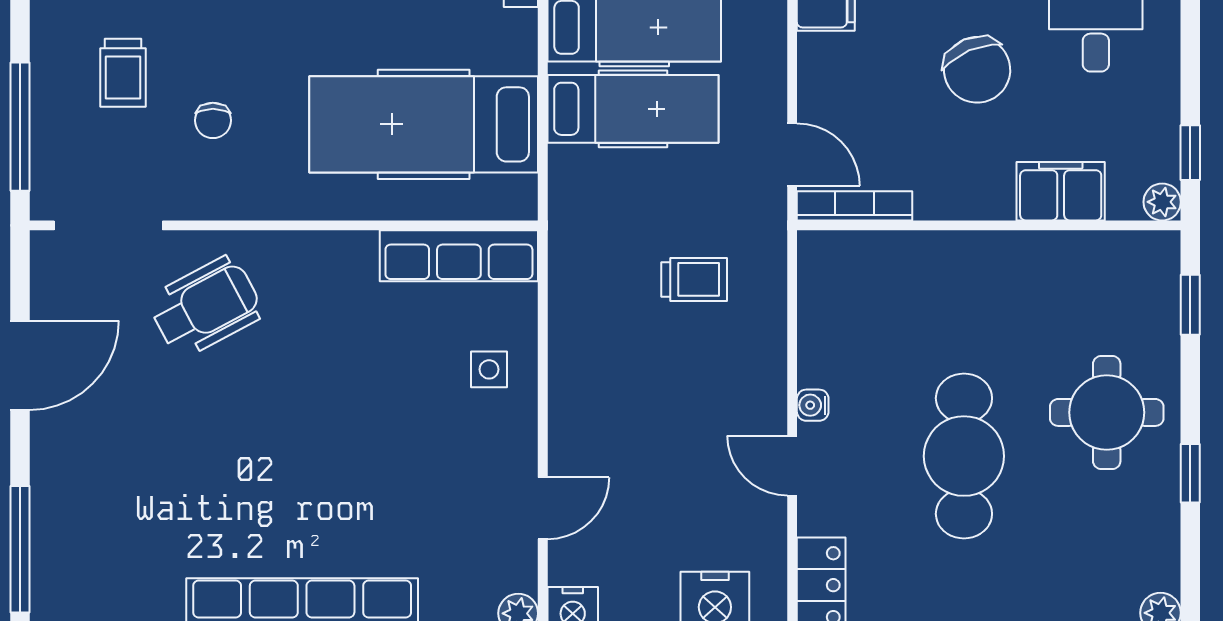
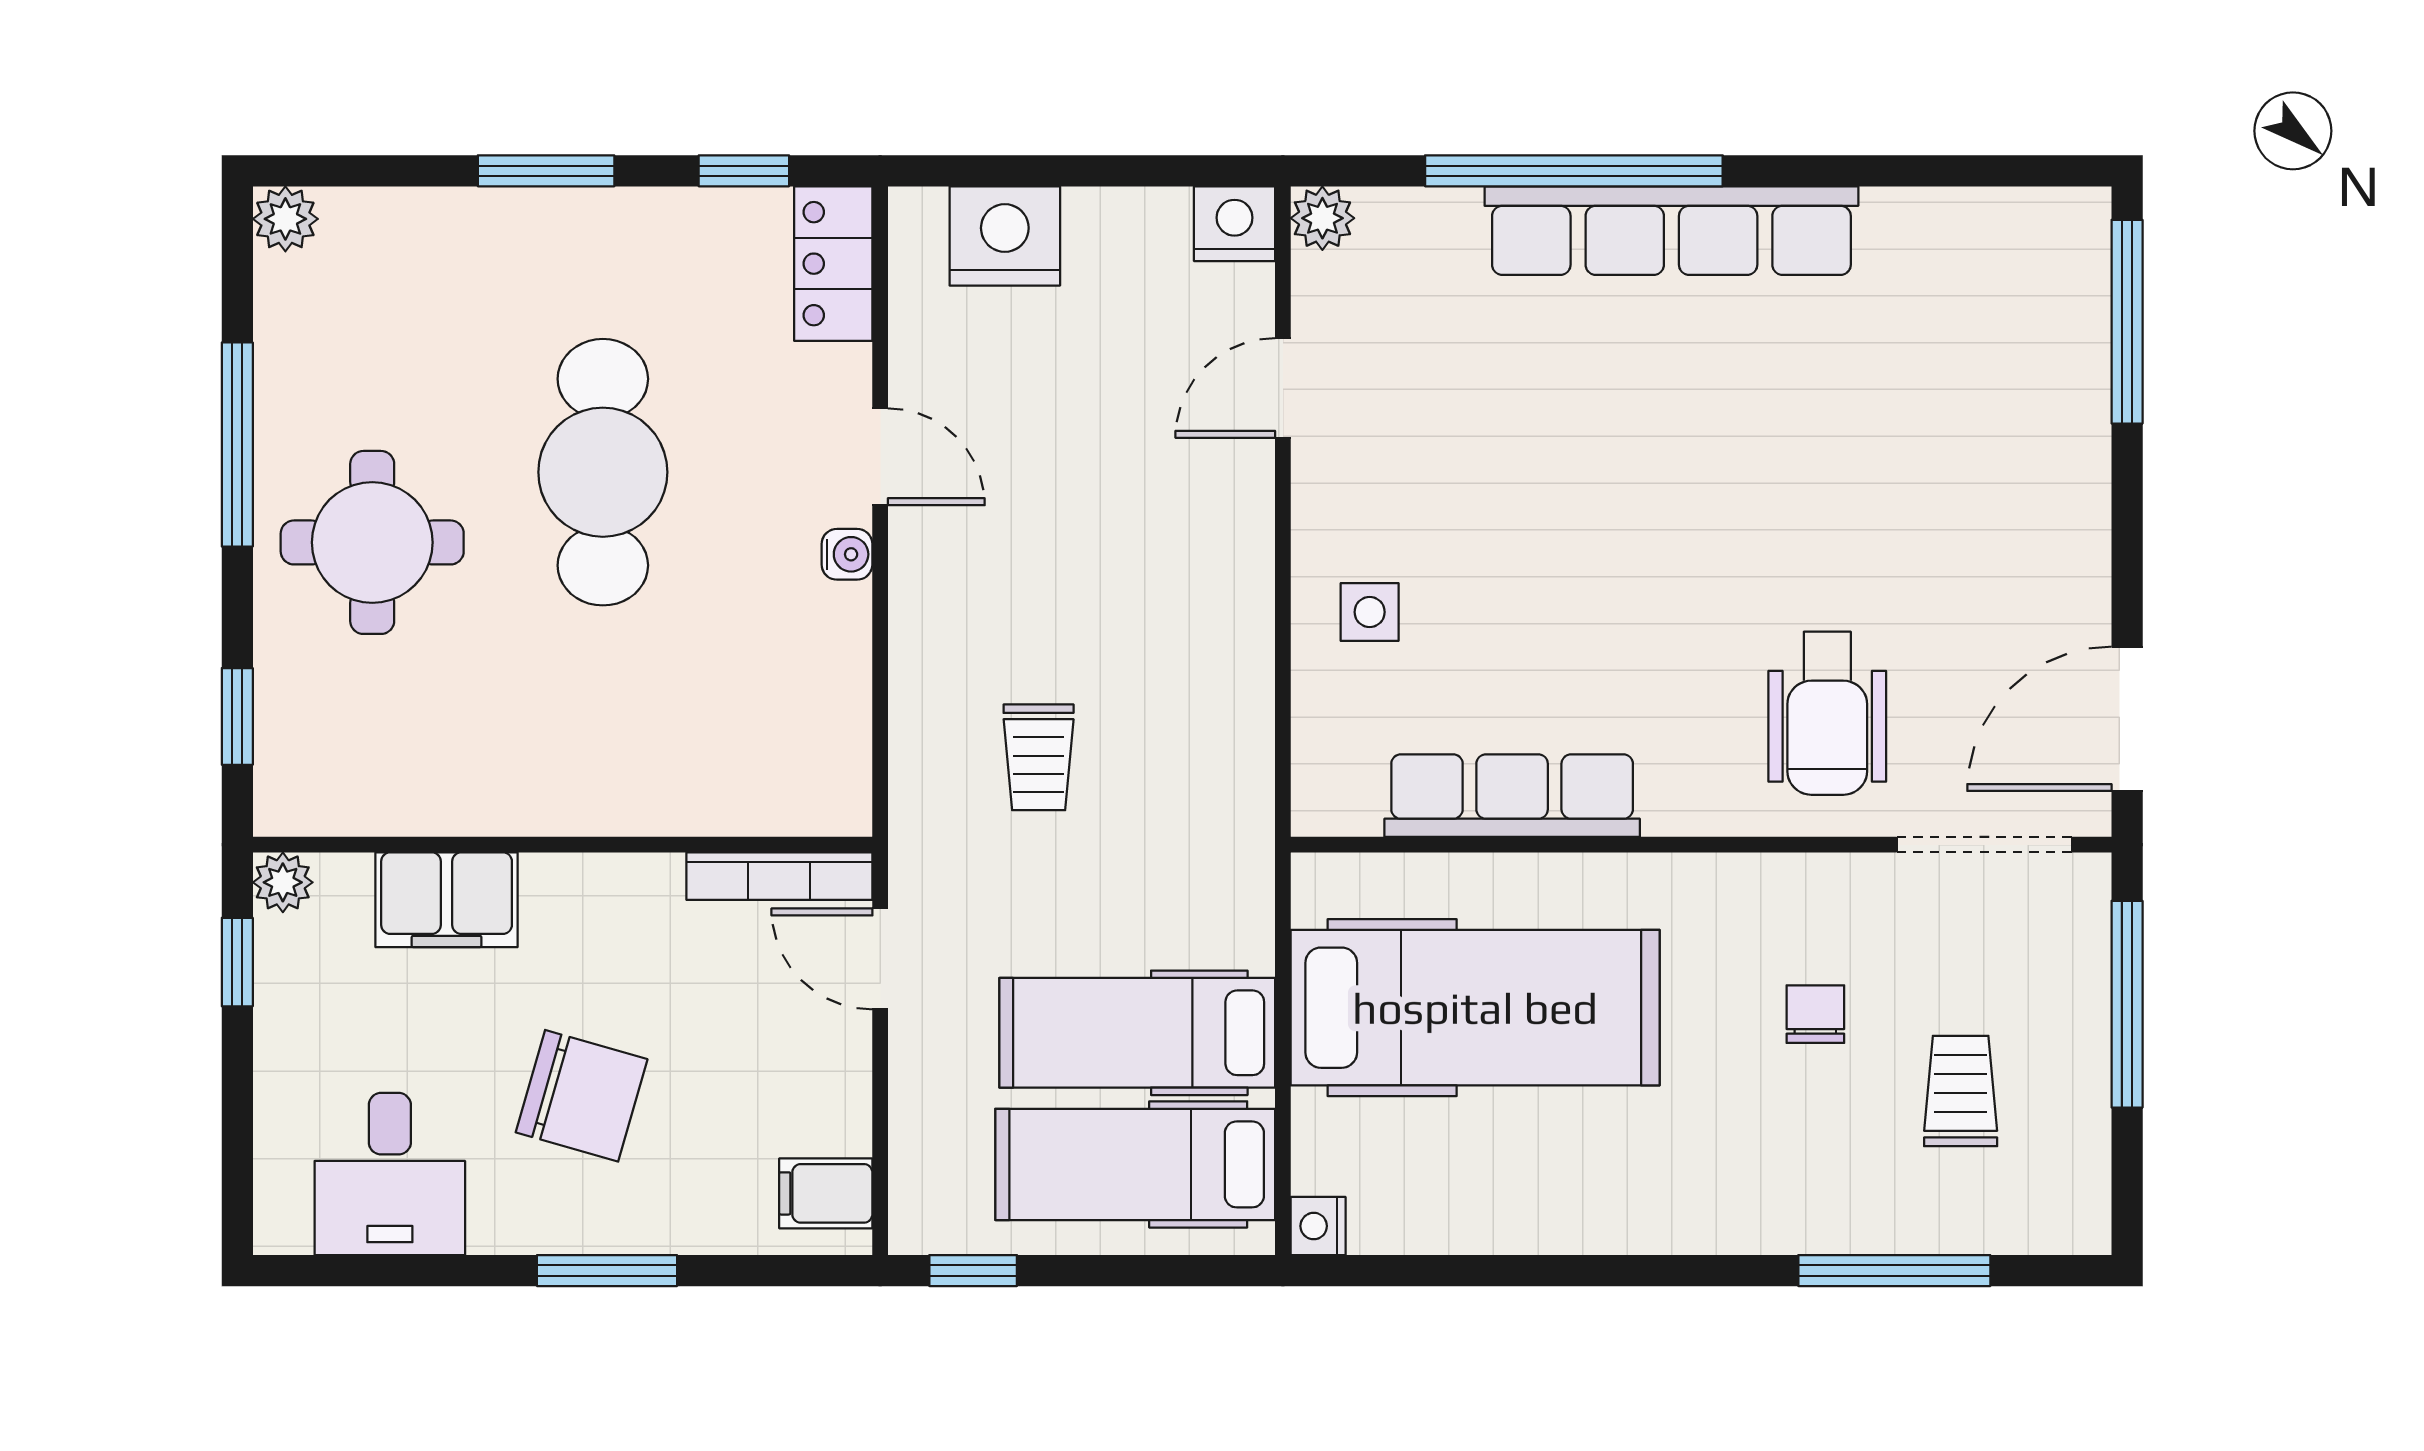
chair: (977, 70) -> (582, 1096), turned 129
row of seats: (459, 256) -> (1512, 796), moved
trolley: (694, 279) -> (1039, 757), turned -90
wheelchair: (206, 307) -> (1827, 713), turned -62
door: (20, 365) -> (2127, 719), moved
window: (1190, 473) -> (237, 444), width x2.17

